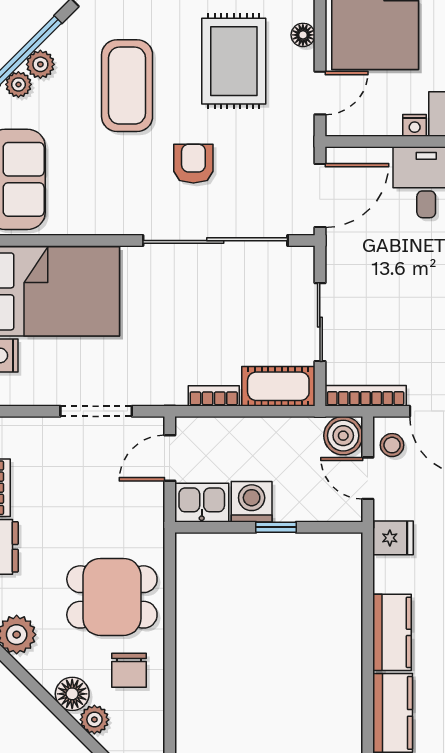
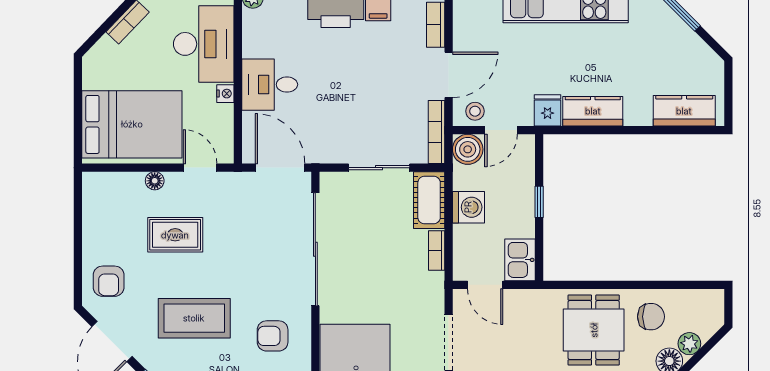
rug: (234, 61) -> (175, 235), width x0.73, depth x0.70
armchair: (193, 164) -> (273, 336), moved
washing machine: (252, 502) -> (468, 207), moved, turned 180
kitchen counter: (392, 632) -> (593, 111), moved

